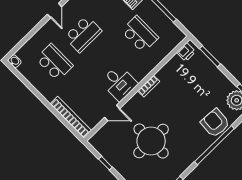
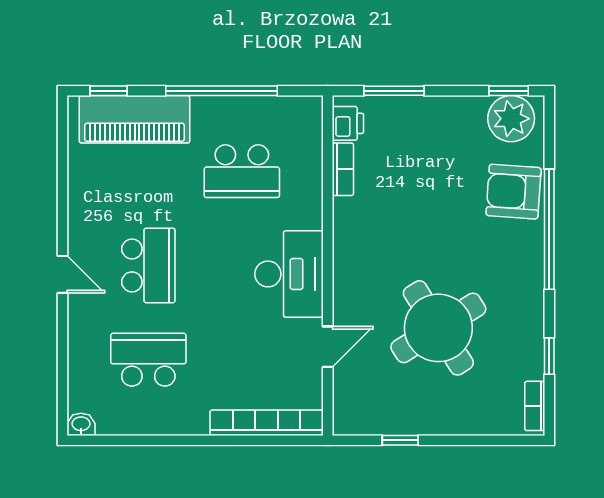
school desk: (140, 34) -> (242, 171), turned 180
desk: (119, 83) -> (289, 274), width x1.37
bookcase: (149, 86) -> (343, 169), moved
round table: (151, 141) -> (438, 328), turned -32

